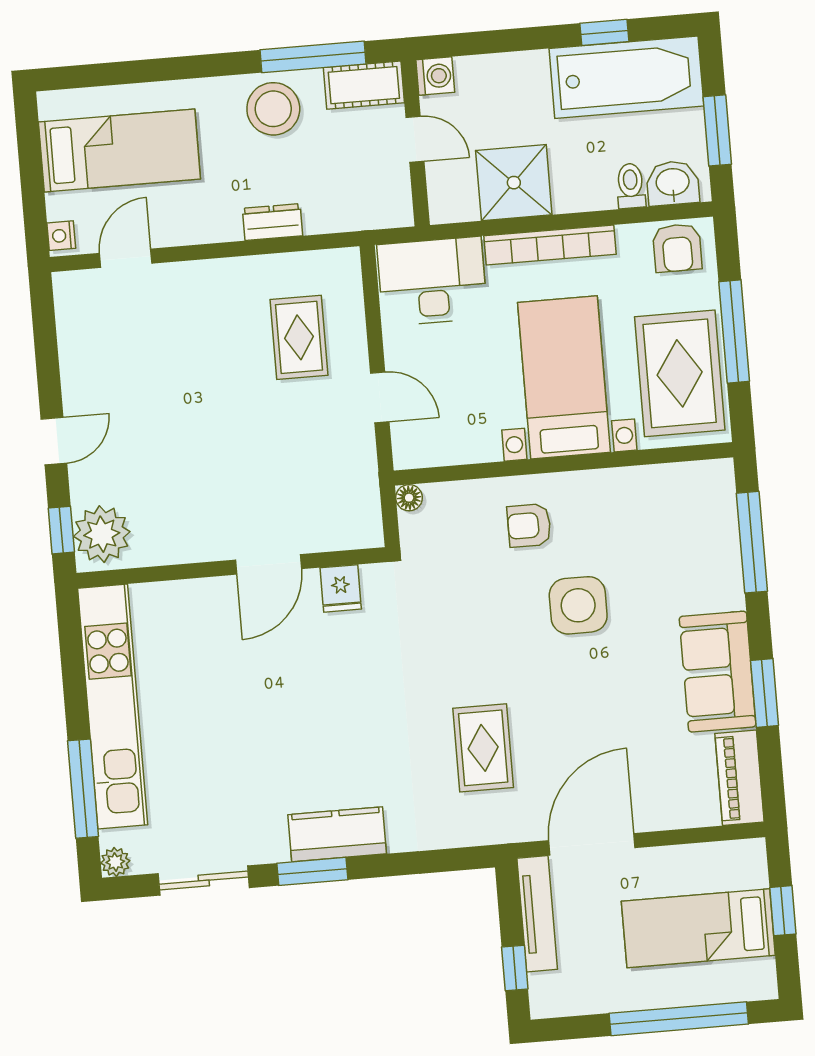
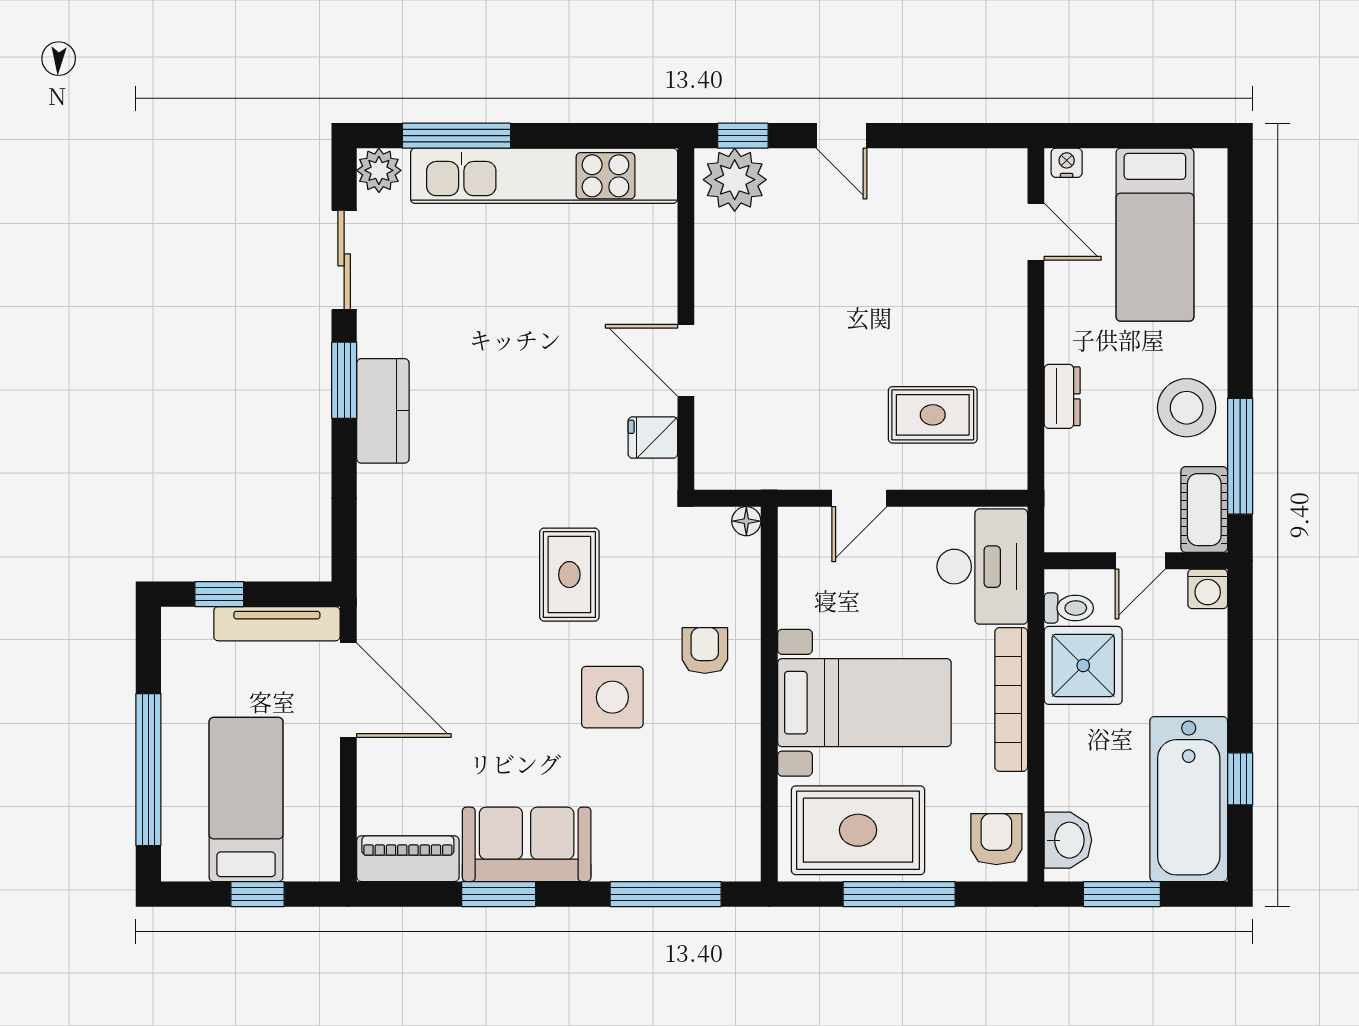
toilet: (631, 186) -> (1069, 608), moved
armchair: (677, 248) -> (996, 839), turned 90
rug: (483, 748) -> (569, 575), moved, turned 90
plant: (115, 862) -> (379, 170), width x1.38, depth x1.38

